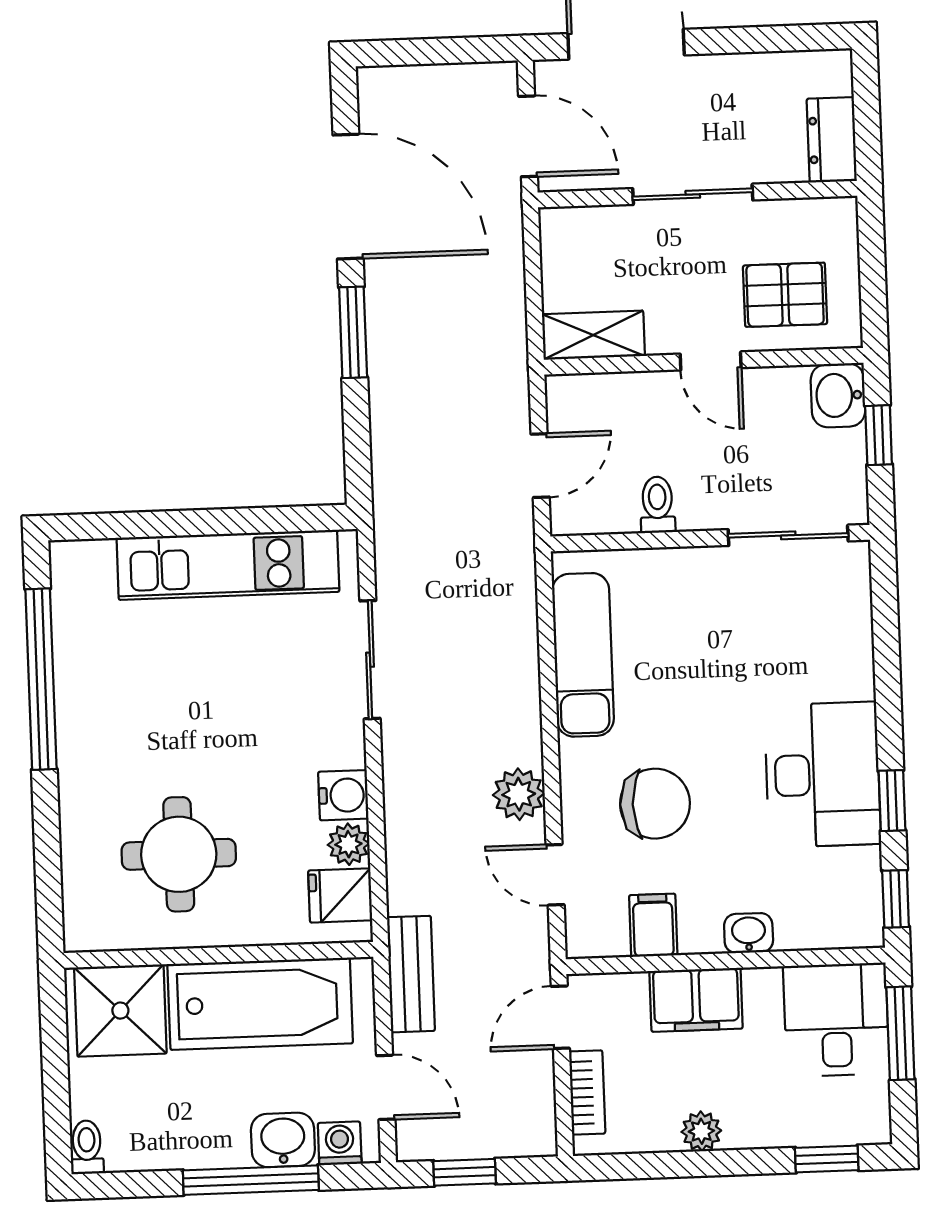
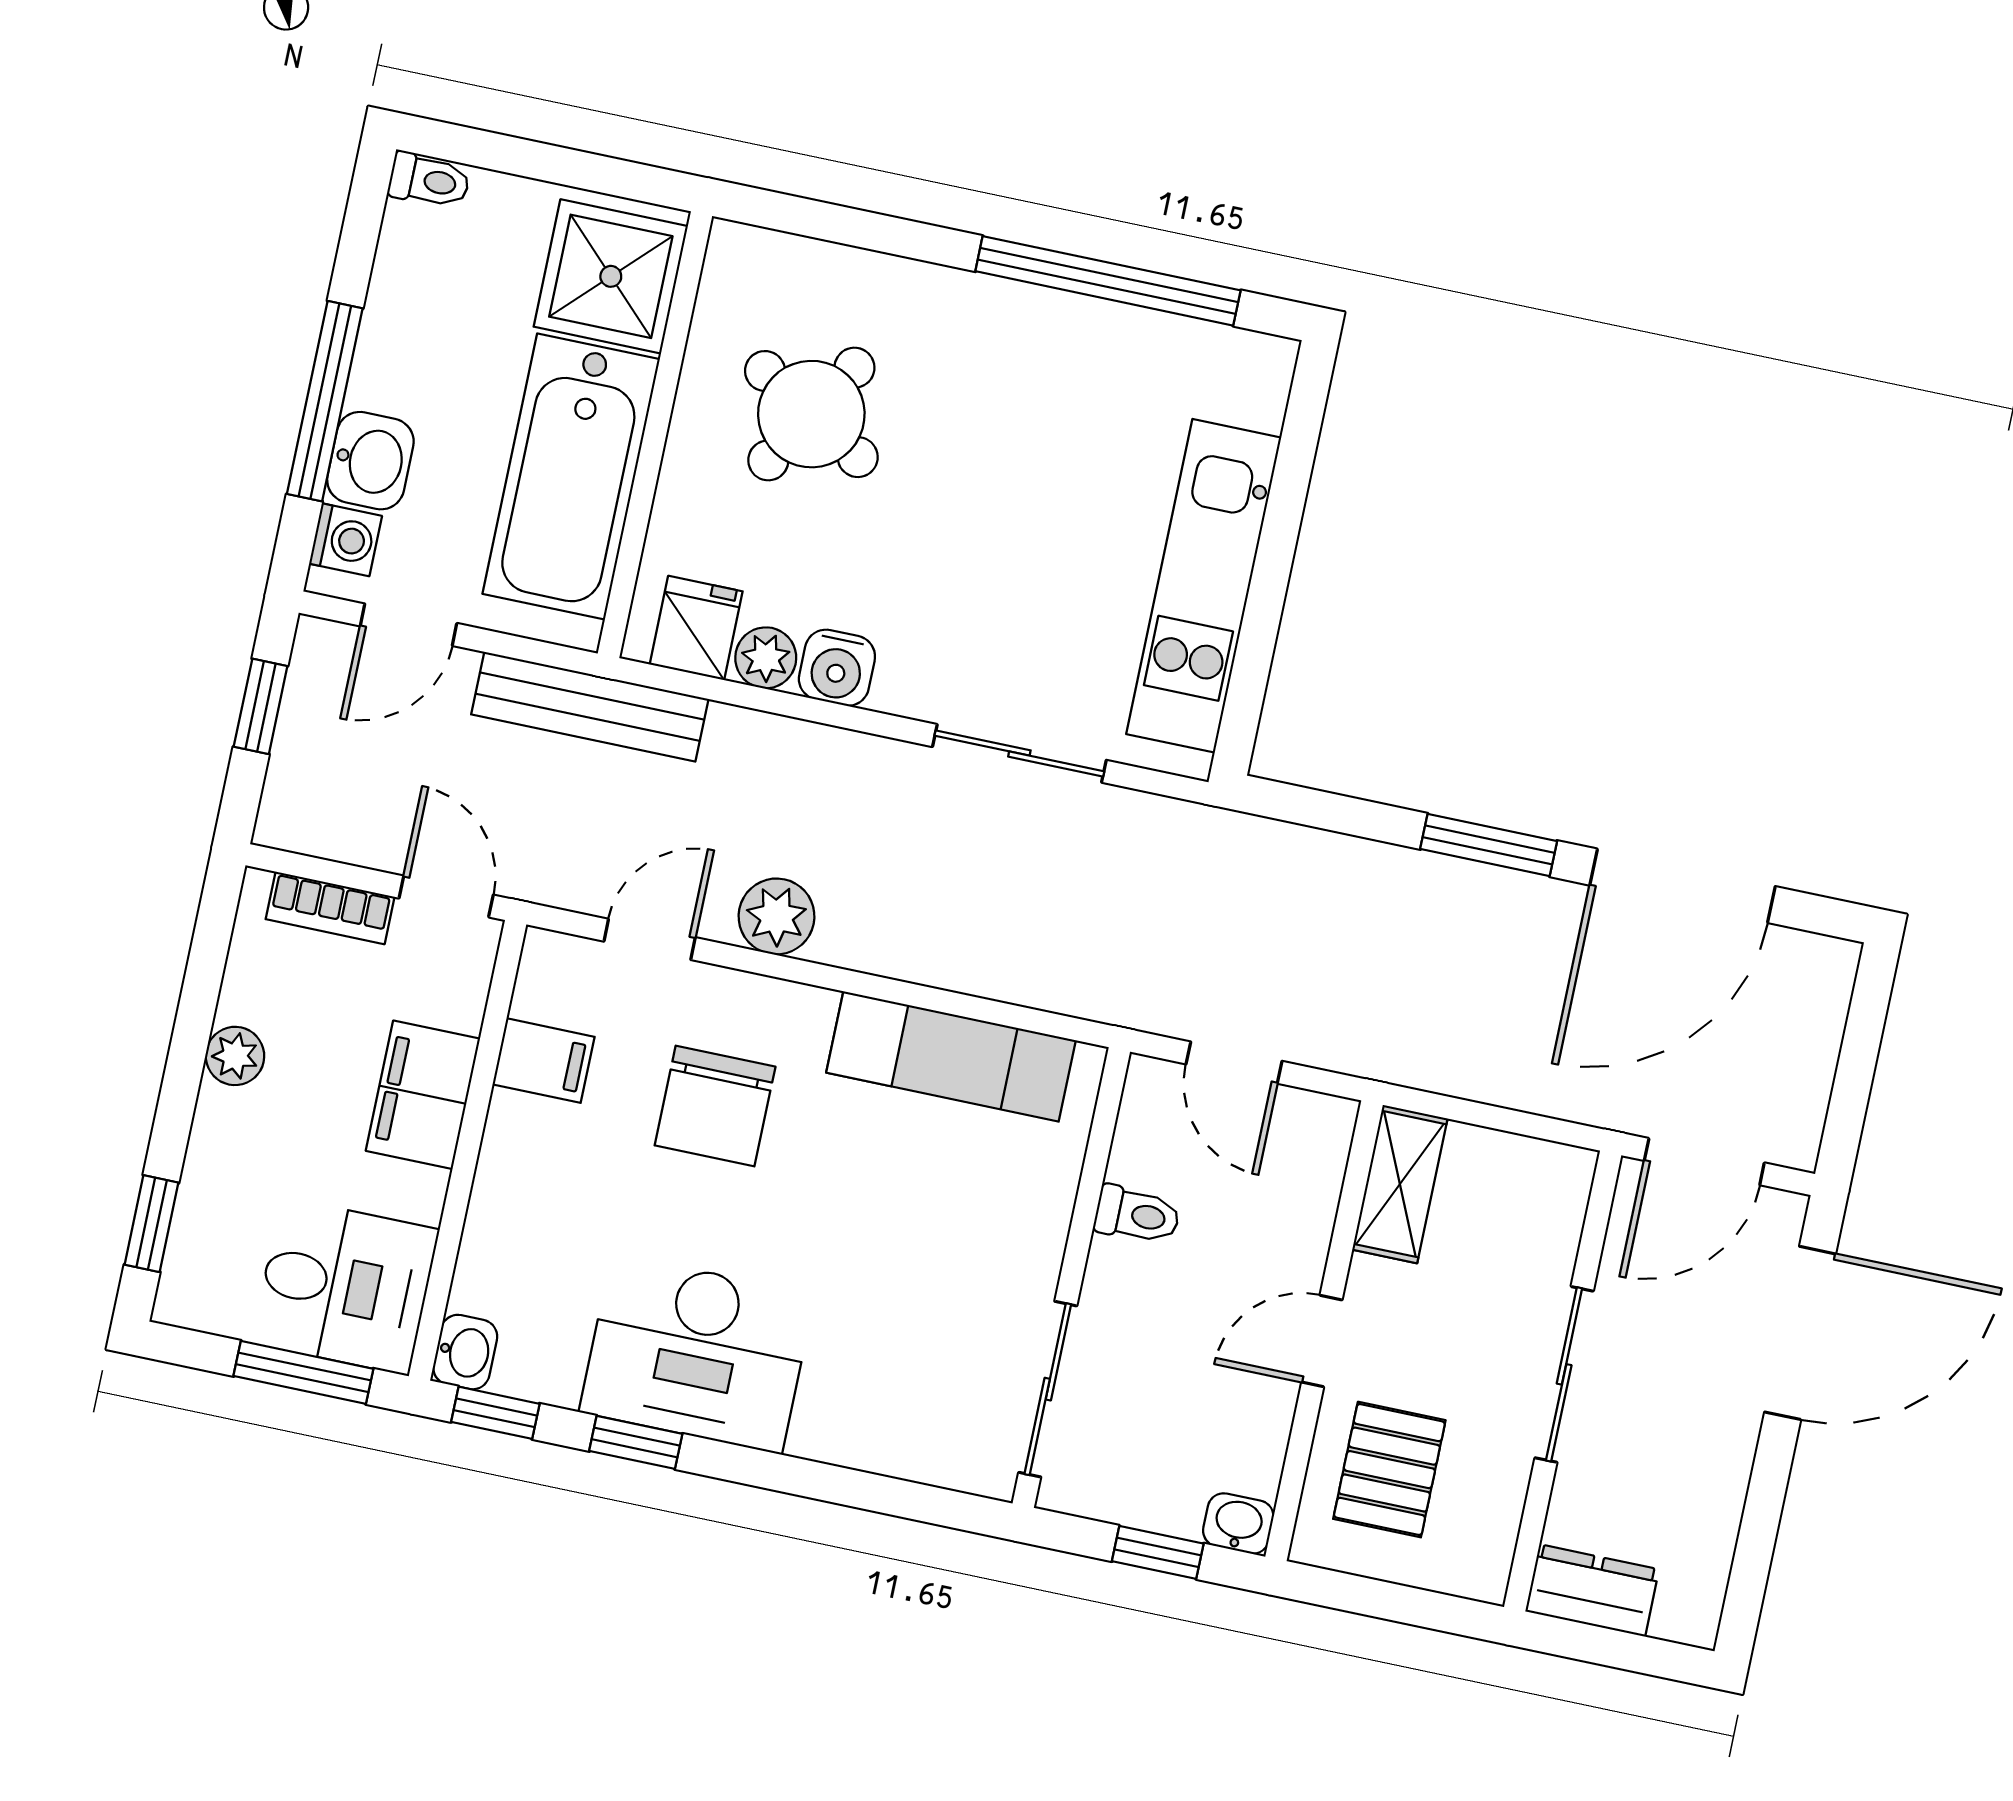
washbasin: (838, 395) -> (1238, 1524), width x0.72, depth x0.69
round table: (179, 854) -> (811, 414), turned 31
washbasin: (749, 933) -> (465, 1352), moved
bench: (411, 974) -> (590, 707), width x1.36

